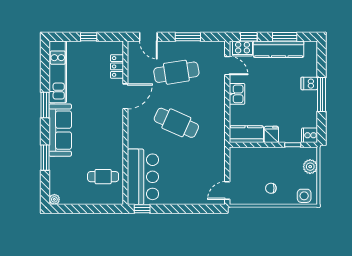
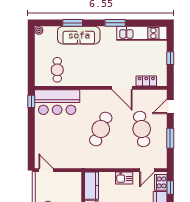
sofa: (60, 130) -> (79, 35), moved

